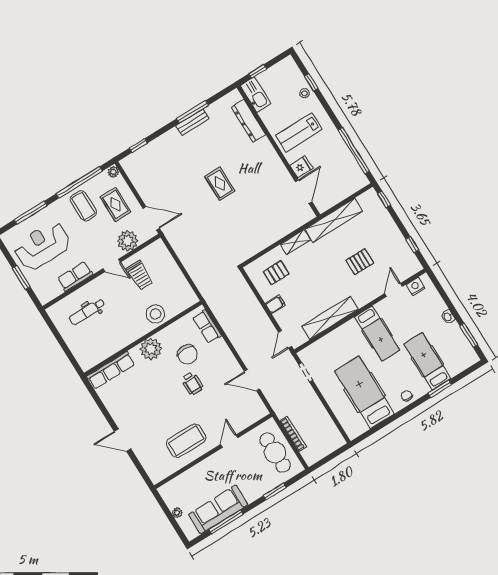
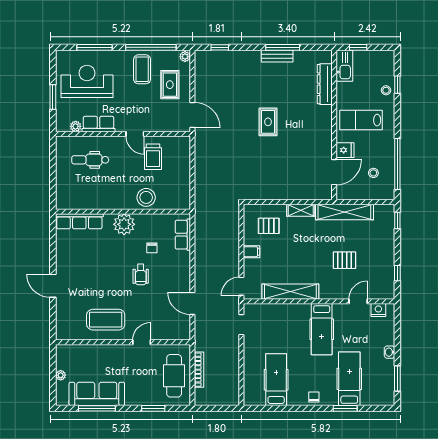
stool: (338, 171) -> (373, 173), added
plant: (128, 241) -> (76, 126), moved, width x0.53, depth x0.53
chair: (187, 354) -> (152, 248), width x0.54, depth x0.54
hospital bed: (365, 392) -> (276, 380), width x0.73, depth x0.78

